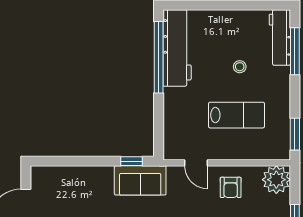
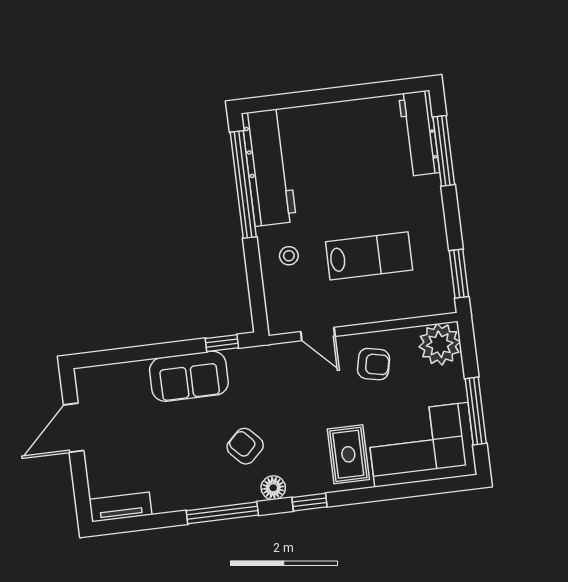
stool: (240, 67) -> (289, 256), moved
sofa: (140, 180) -> (189, 376), moved
armchair: (231, 187) -> (374, 364), turned -78

